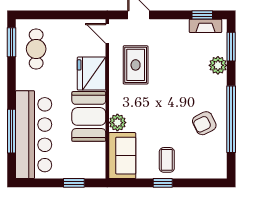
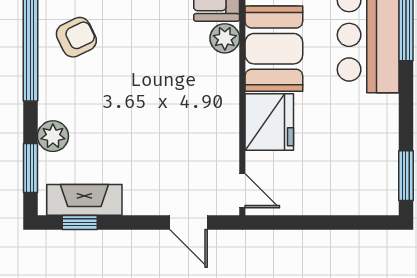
fireplace: (205, 26) -> (84, 200), width x1.37, depth x1.32
cafe table: (36, 49) -> (364, 164), removed
rug: (136, 65) -> (194, 137), removed

